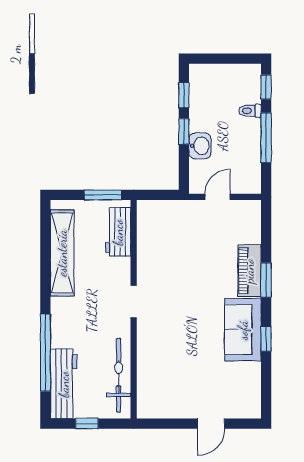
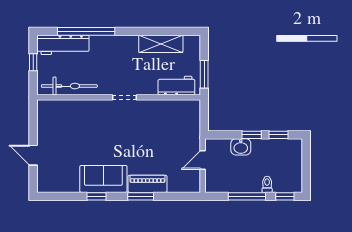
door: (218, 197) -> (203, 160), swing flipped
shelving: (62, 253) -> (161, 44), width x0.68

